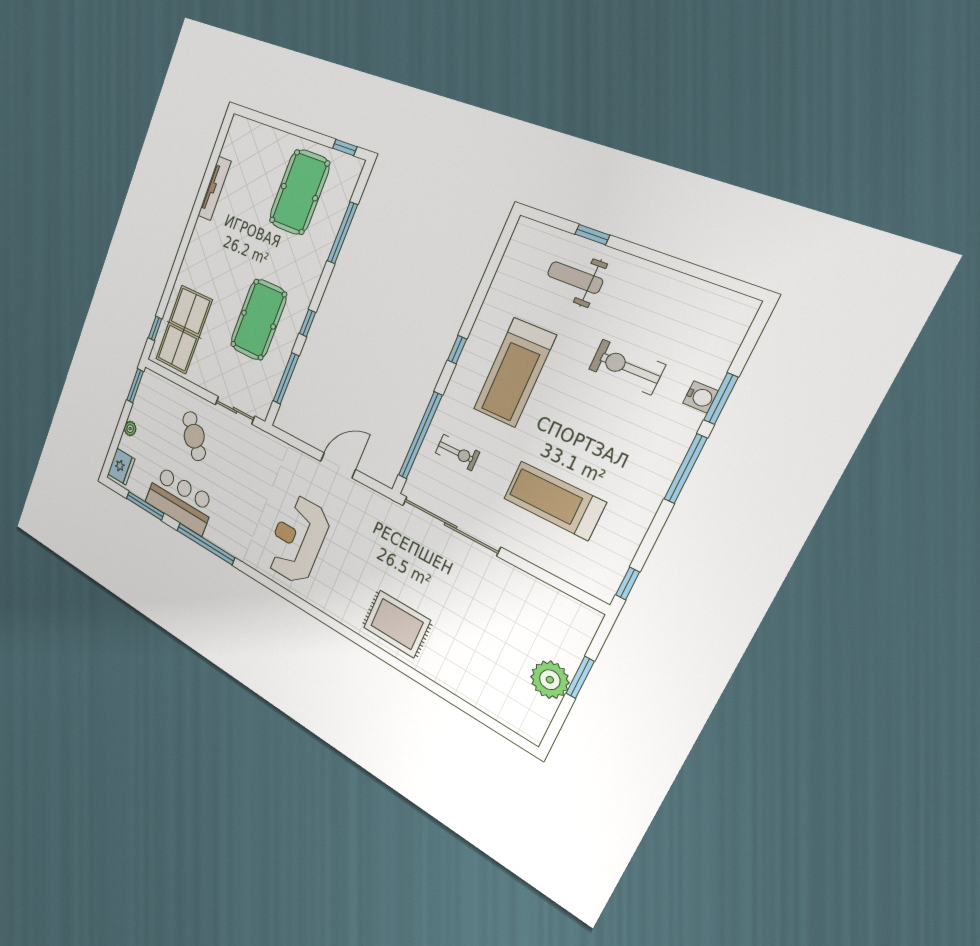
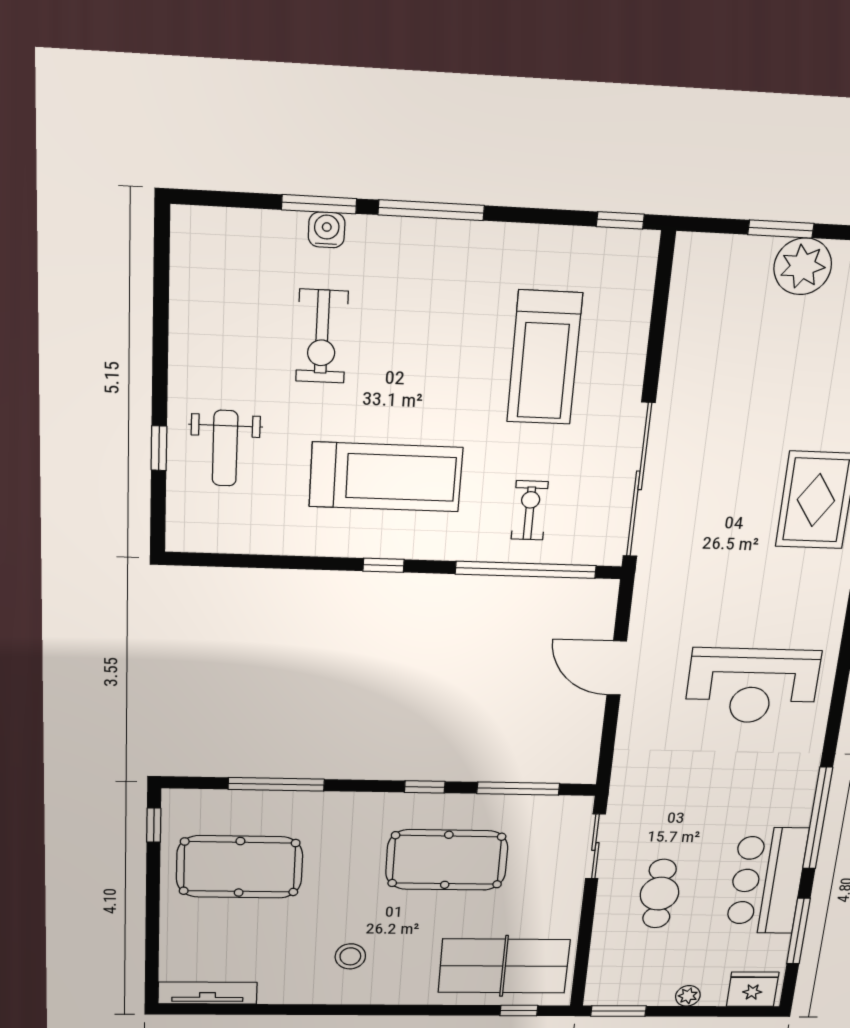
tv unit: (215, 188) -> (208, 993), moved
stool: (221, 241) -> (350, 956), added
cafe table: (194, 436) -> (659, 894), turned -49

